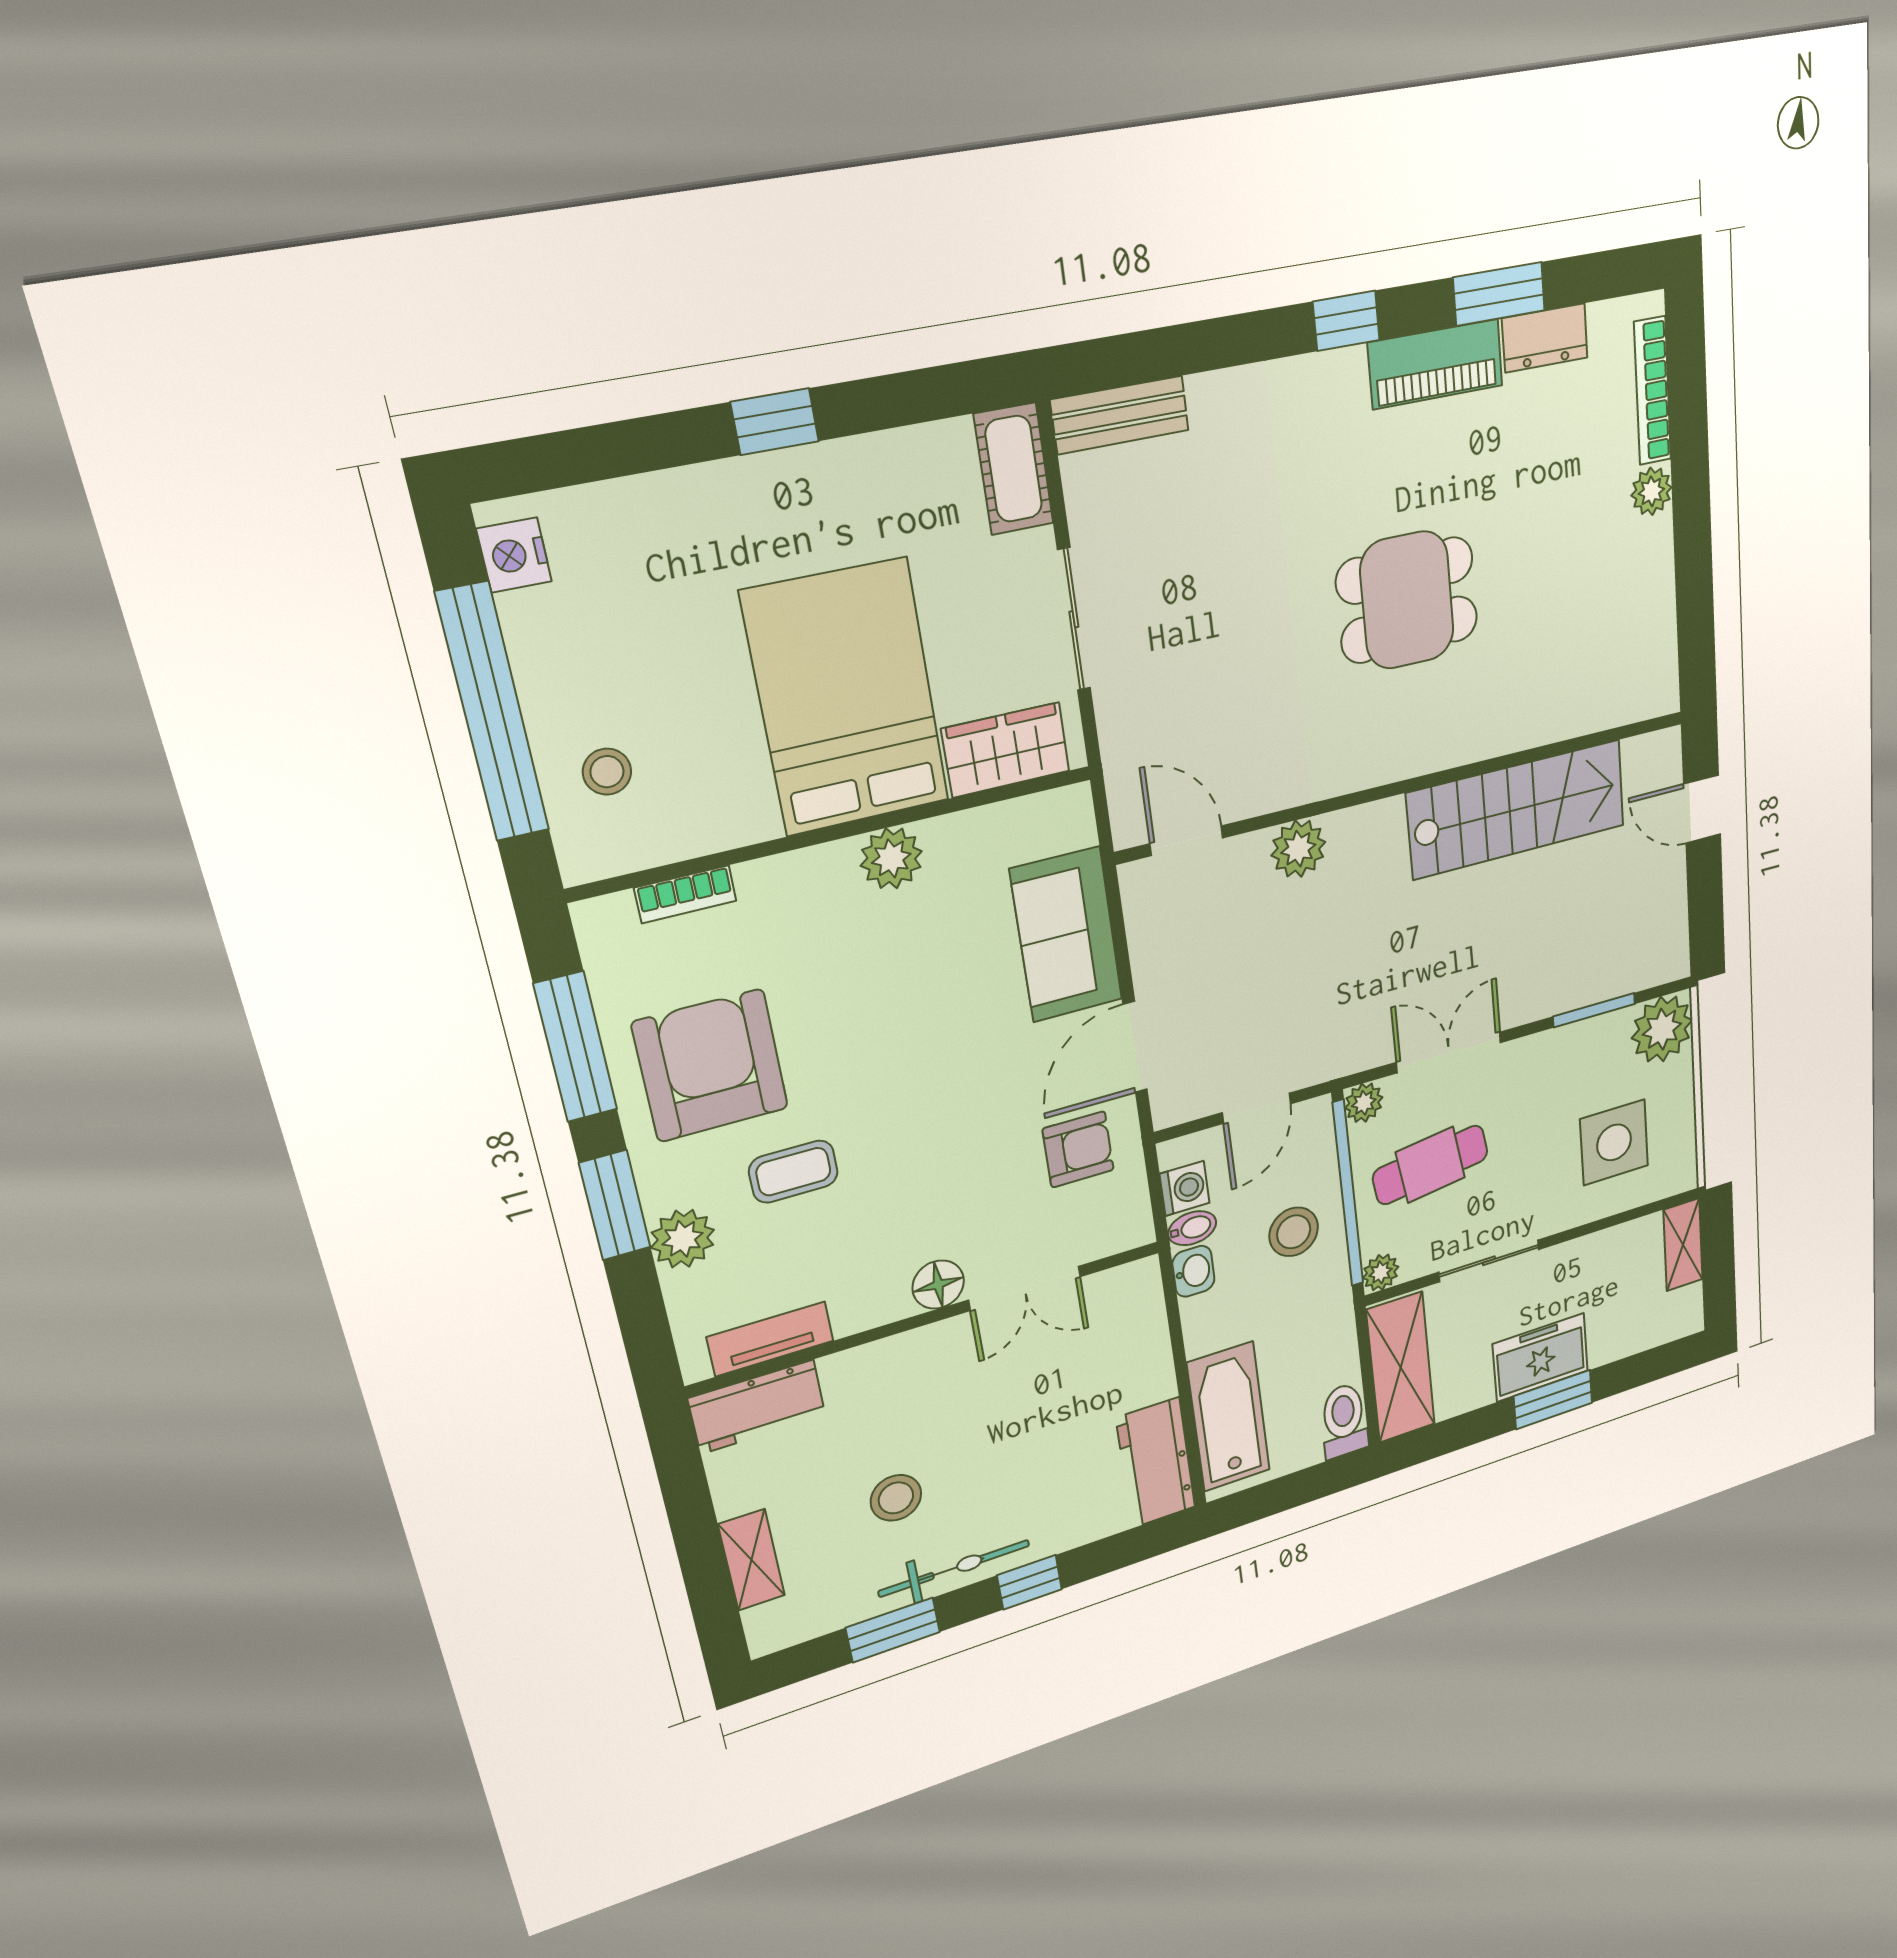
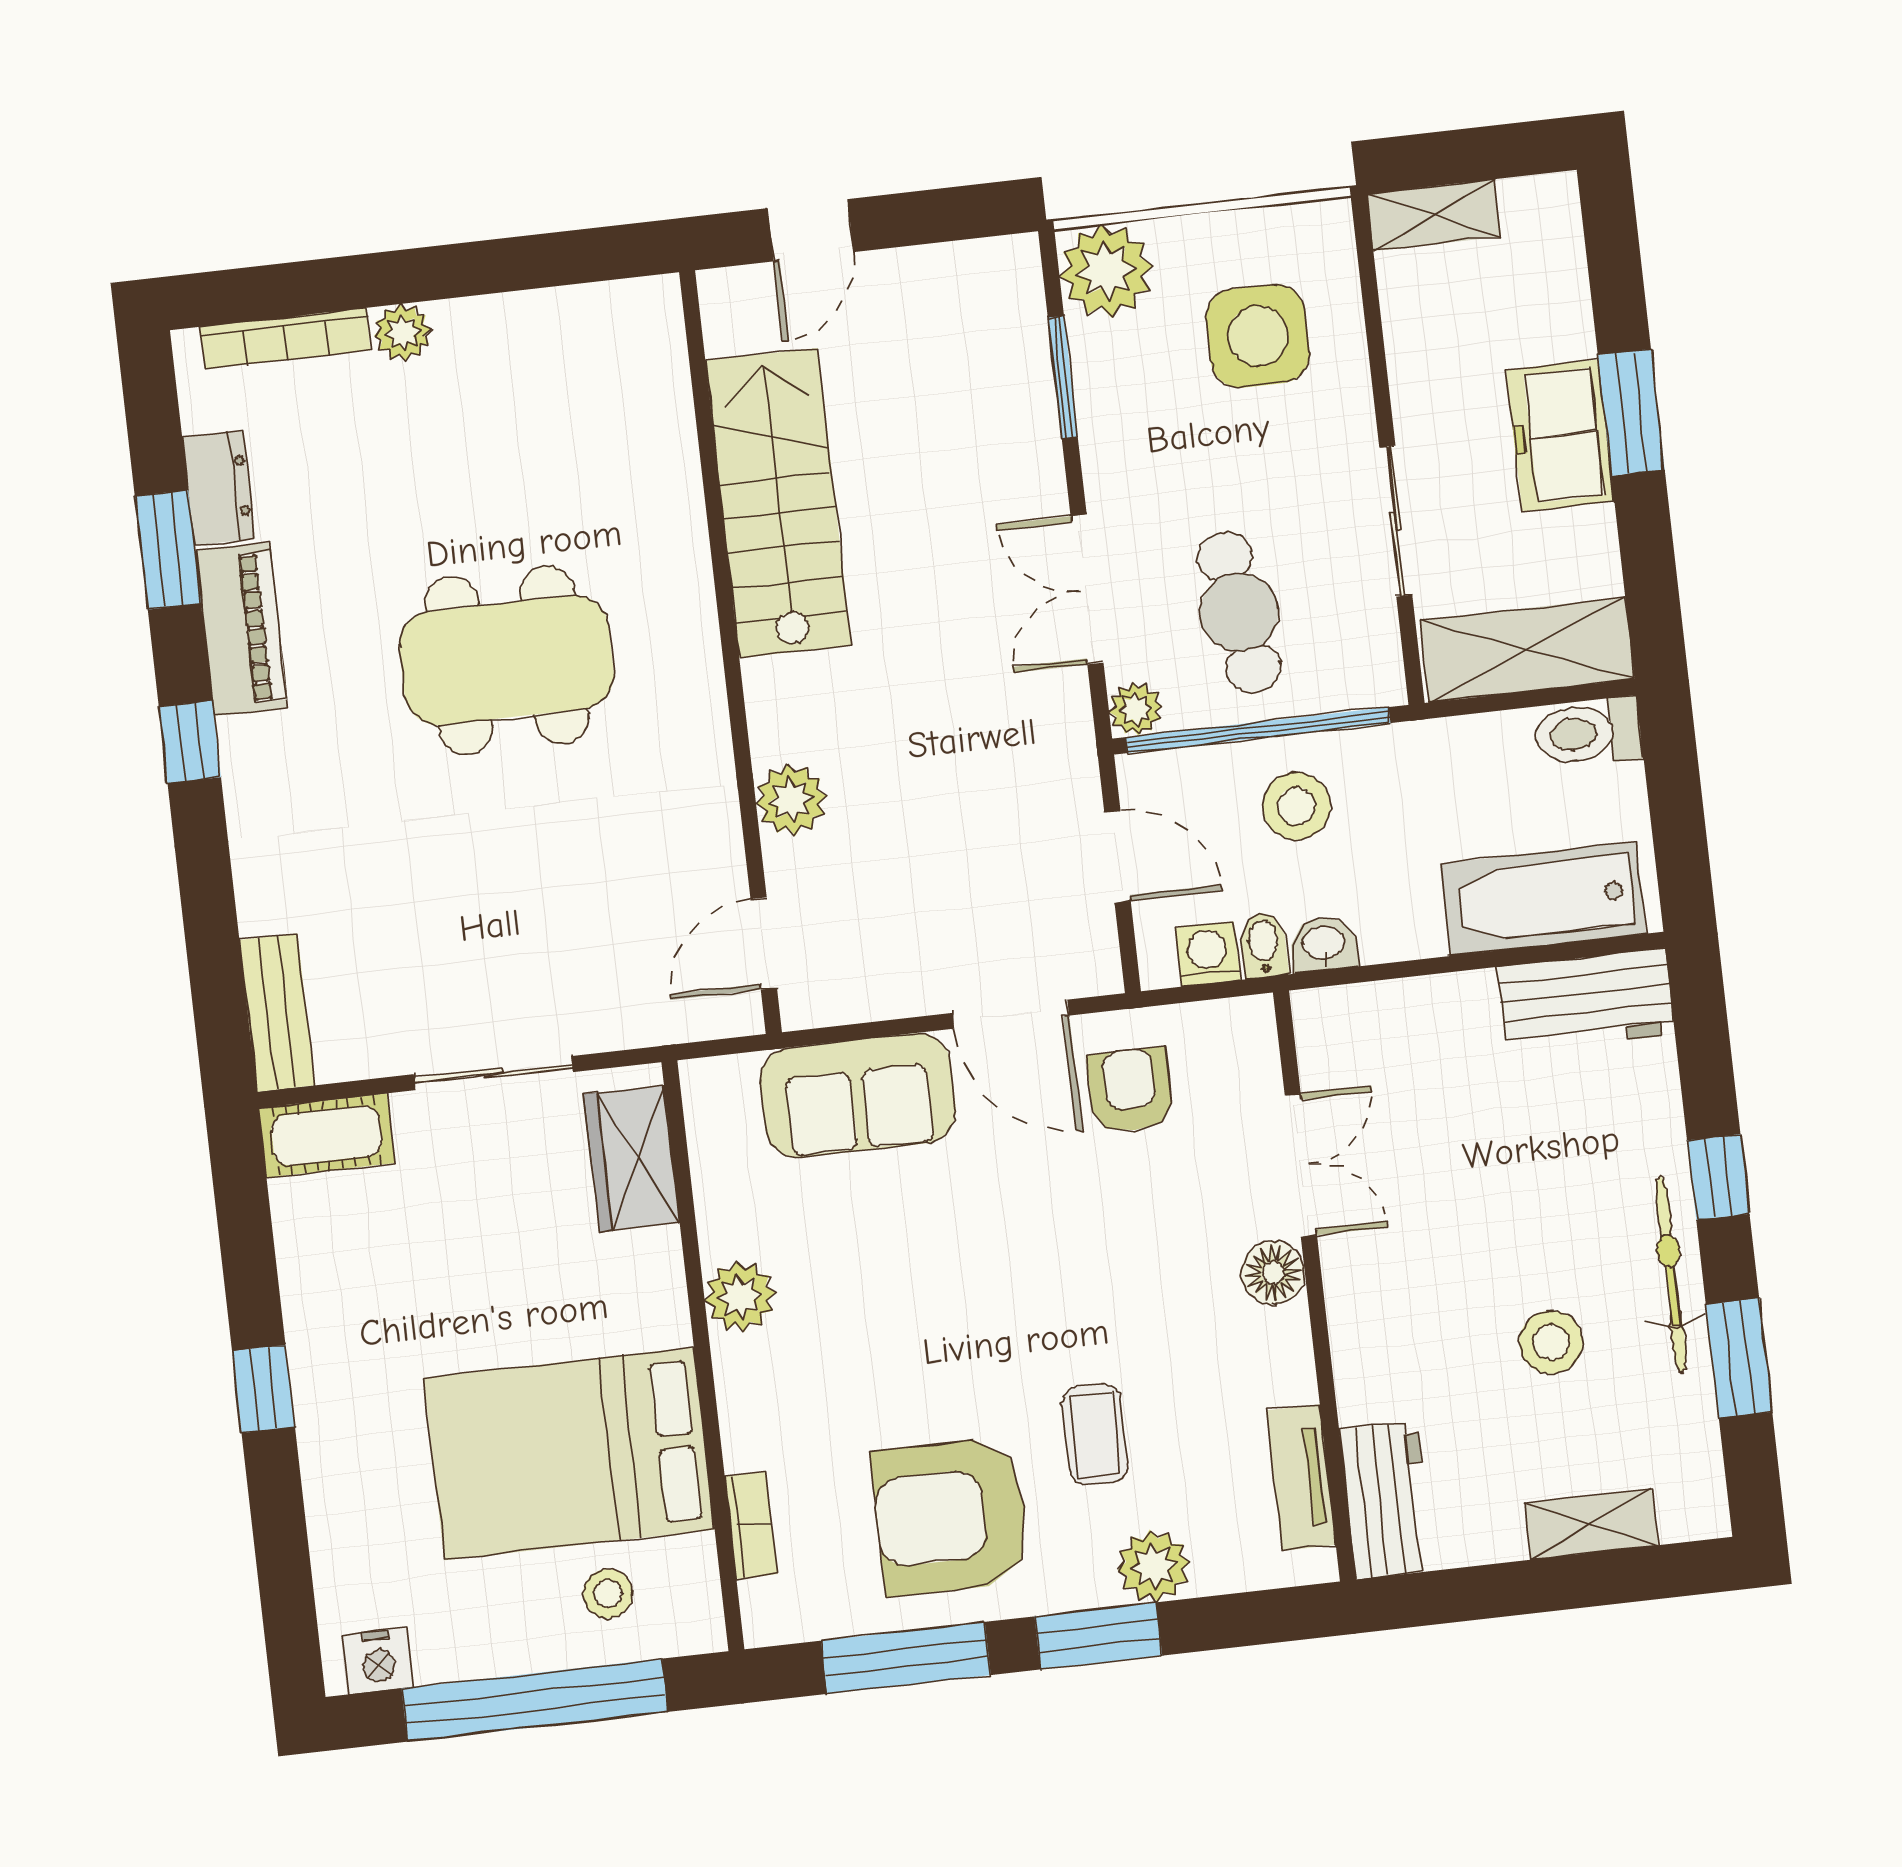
dining table: (1407, 600) -> (507, 660), width x1.38
bed: (846, 698) -> (569, 1454), moved
plant: (1381, 1272) -> (1380, 682), removed

